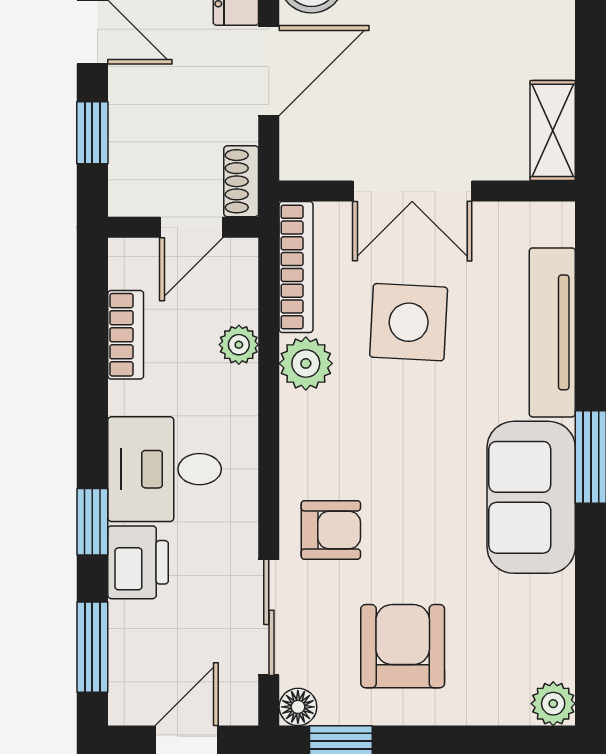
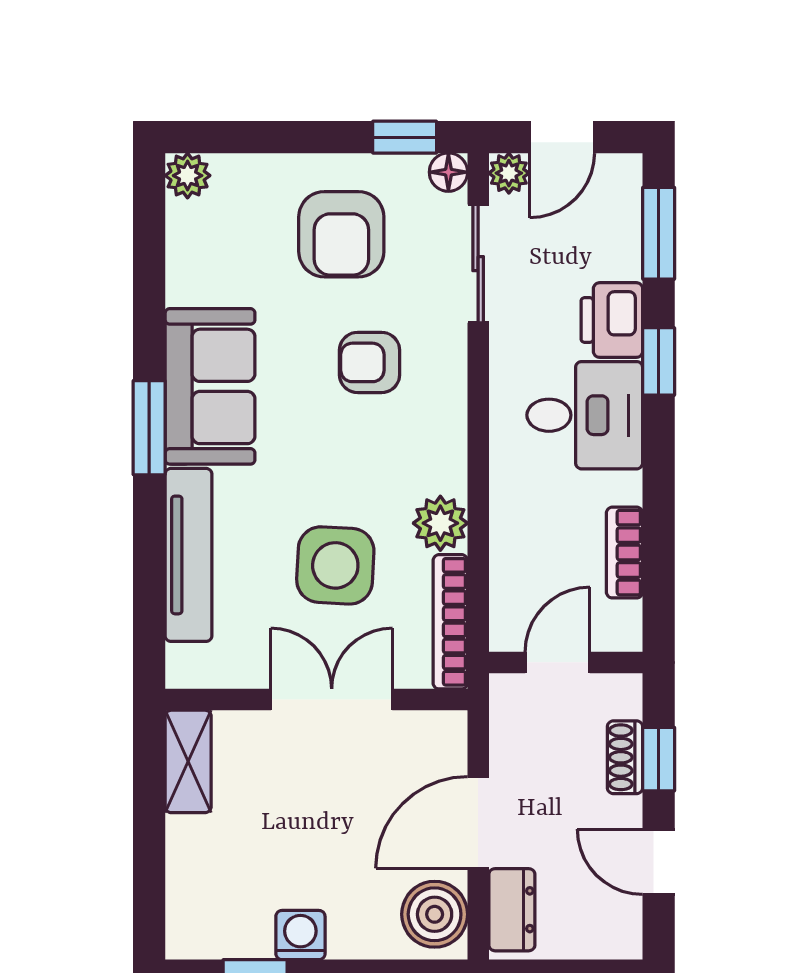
shoe rack: (241, 181) -> (625, 757), moved, turned 180
plant: (239, 345) -> (509, 173), moved
armchair: (331, 530) -> (370, 362), moved

